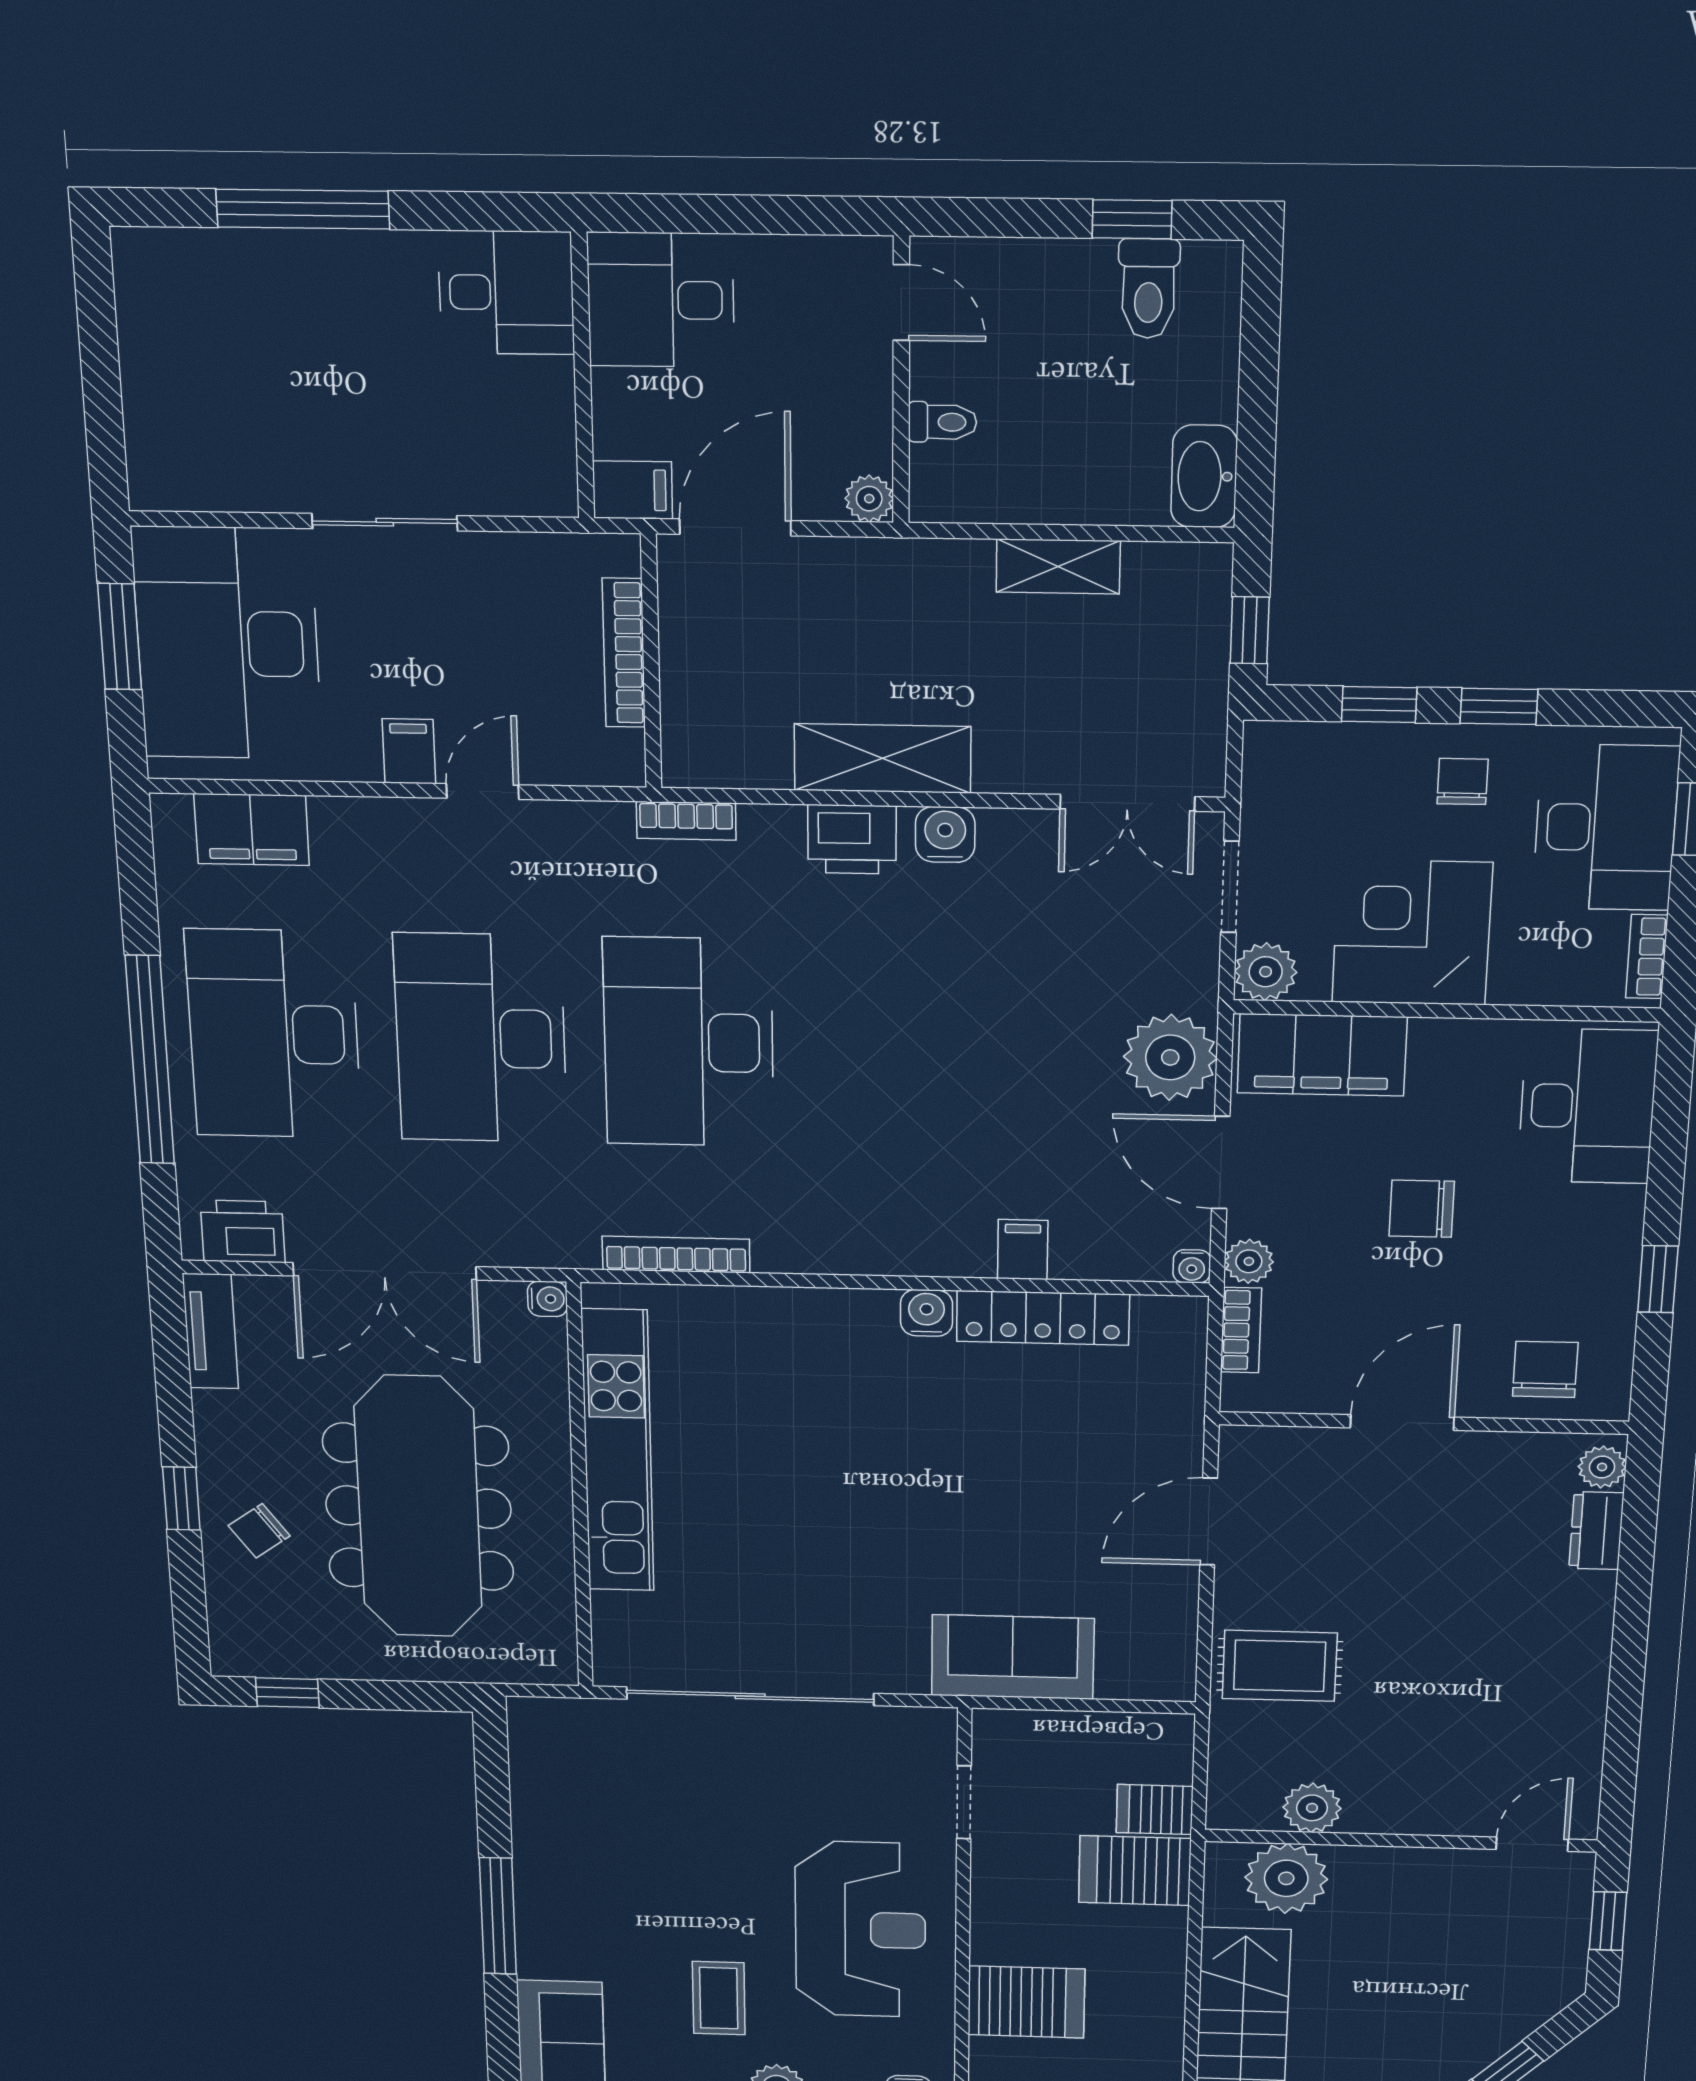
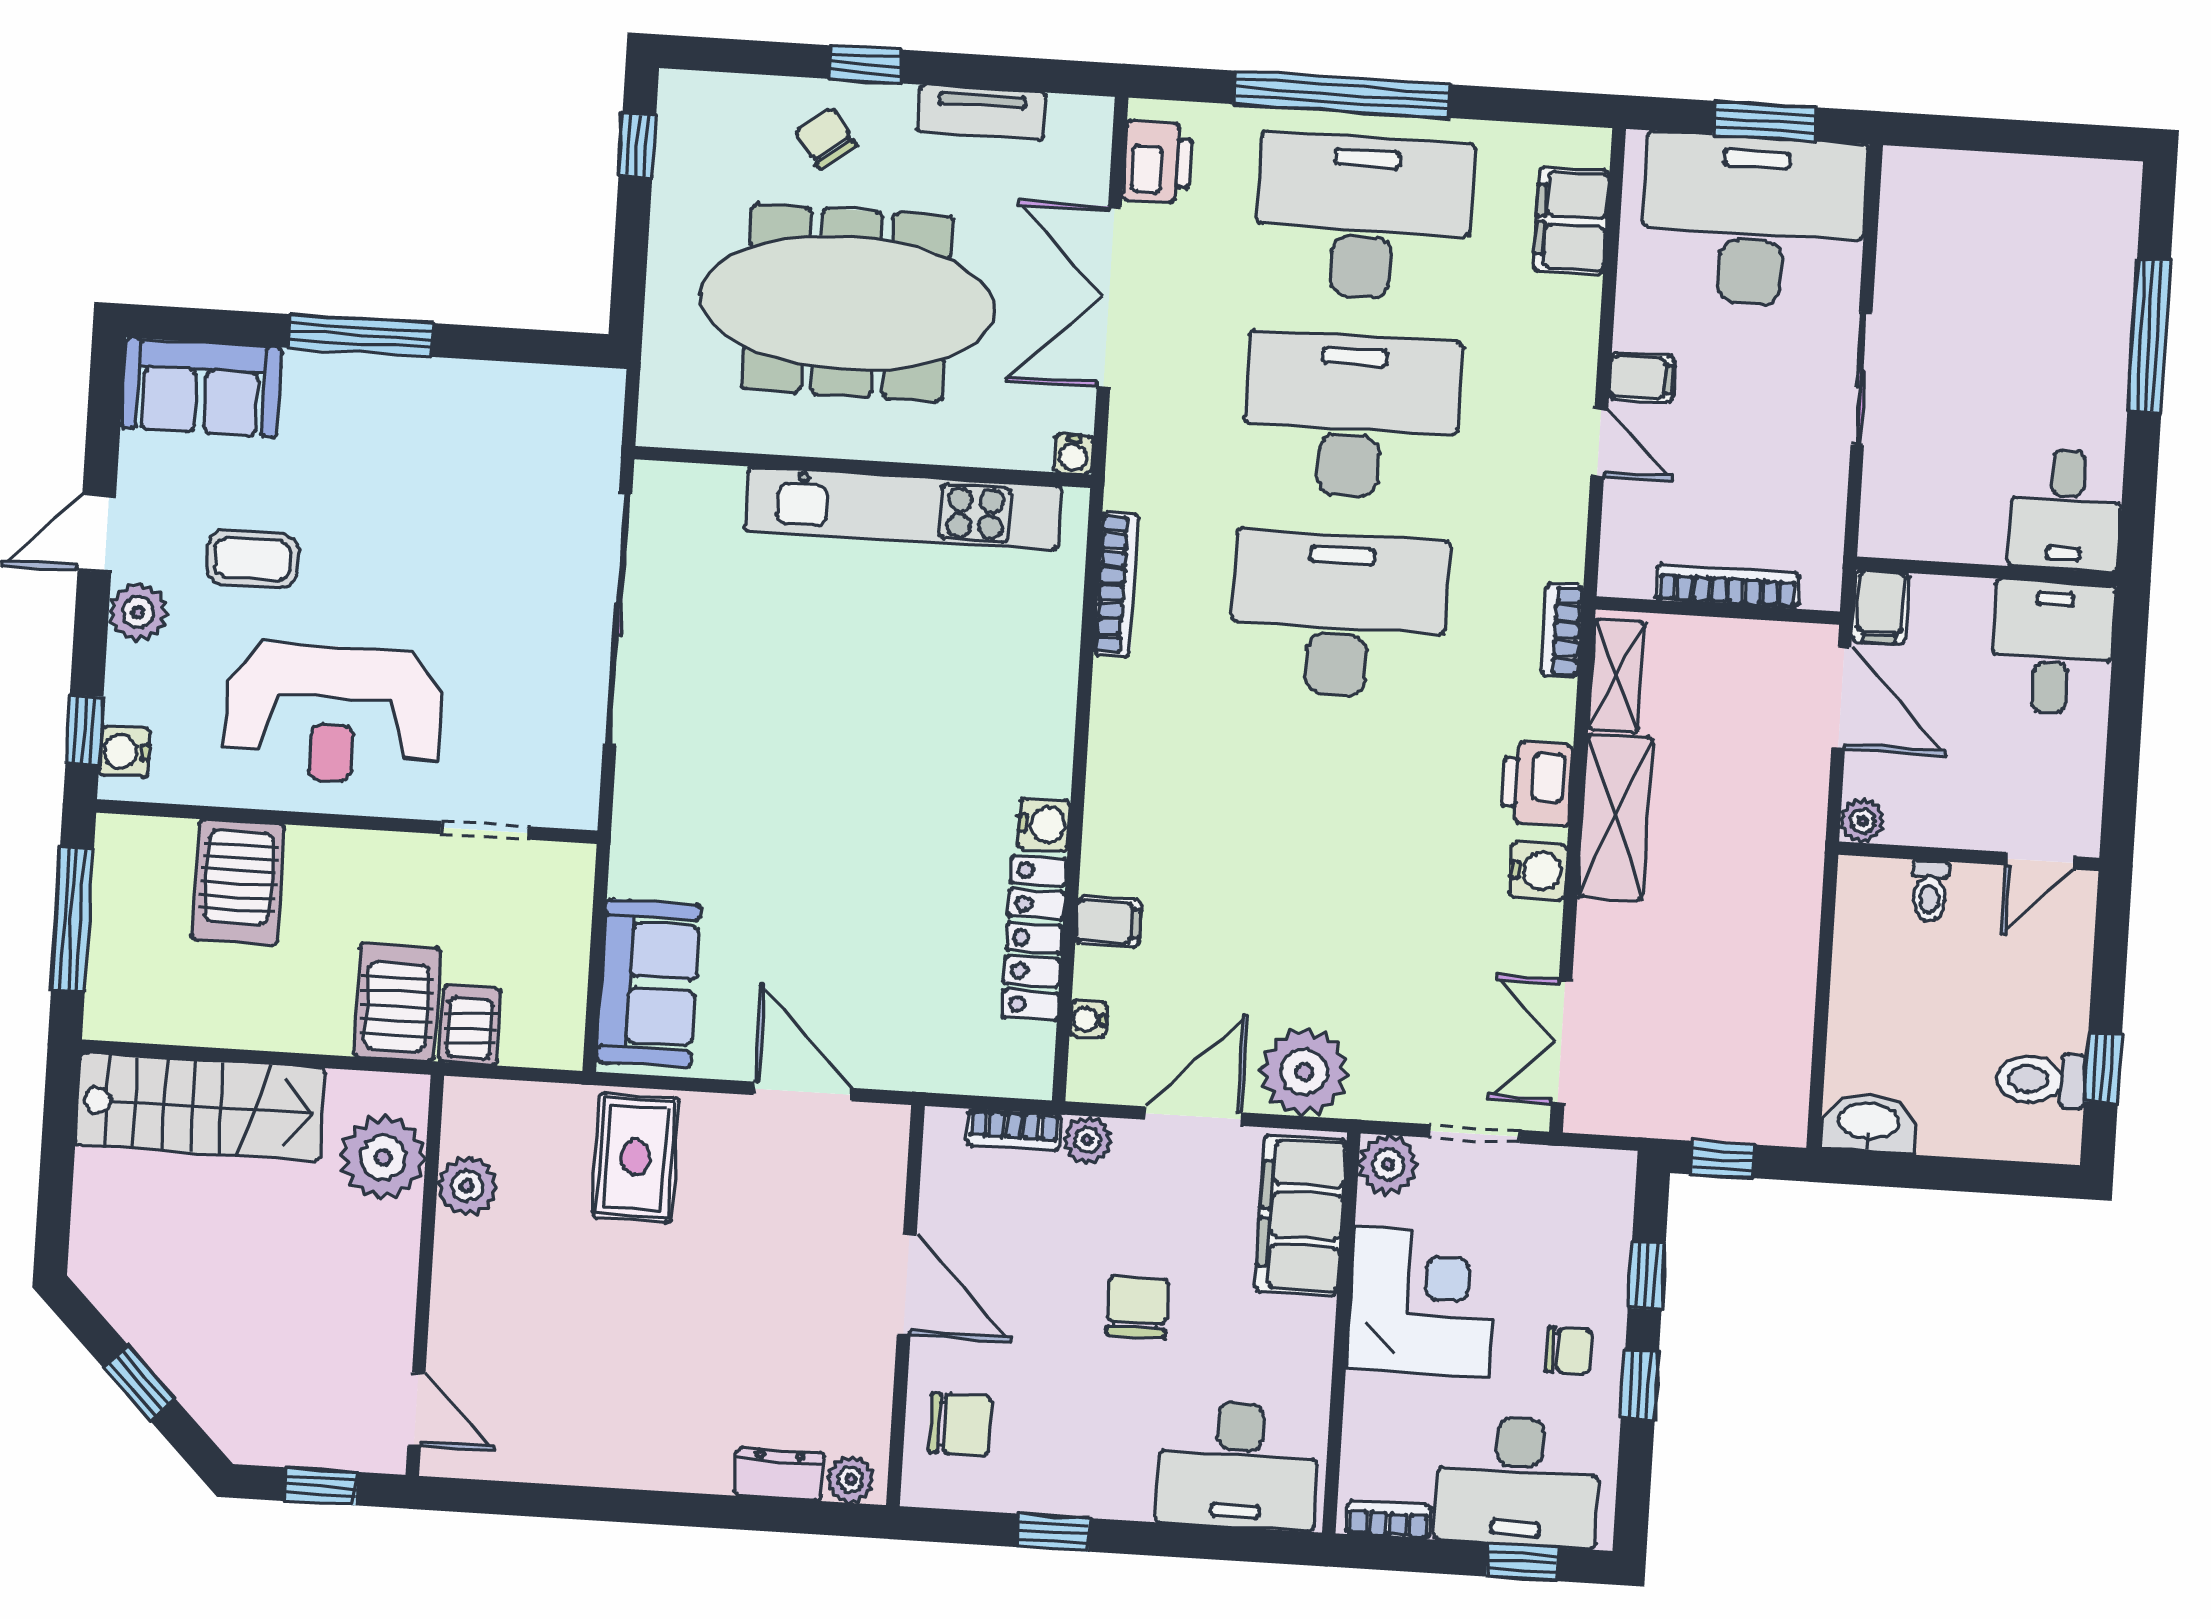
shelving: (1058, 566) -> (1617, 675), moved
water cooler: (1192, 1266) -> (1088, 1019), moved
tv unit: (210, 1331) -> (982, 113), moved
sofa: (1013, 1657) -> (649, 983), moved

